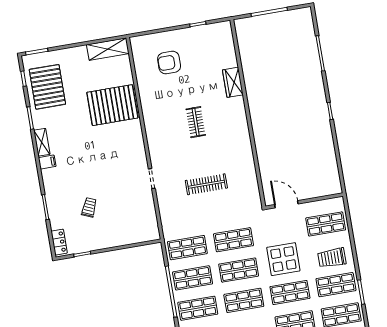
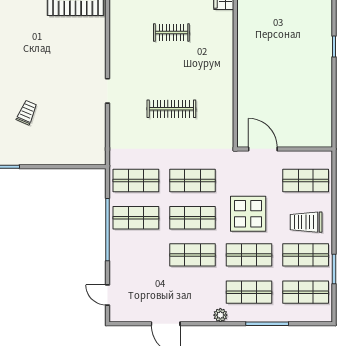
clothes rail: (196, 122) -> (171, 32), turned 90
shop shelf: (198, 308) -> (136, 255), removed

